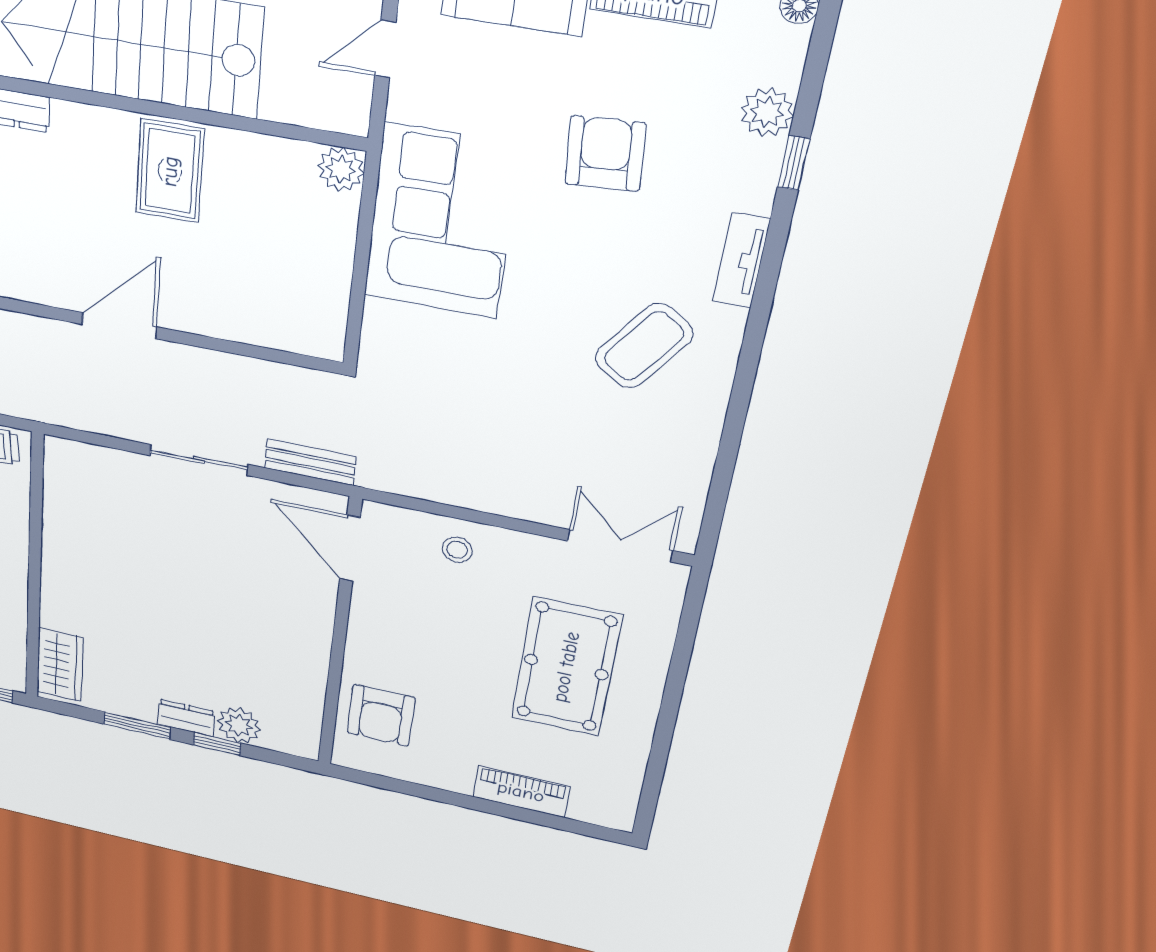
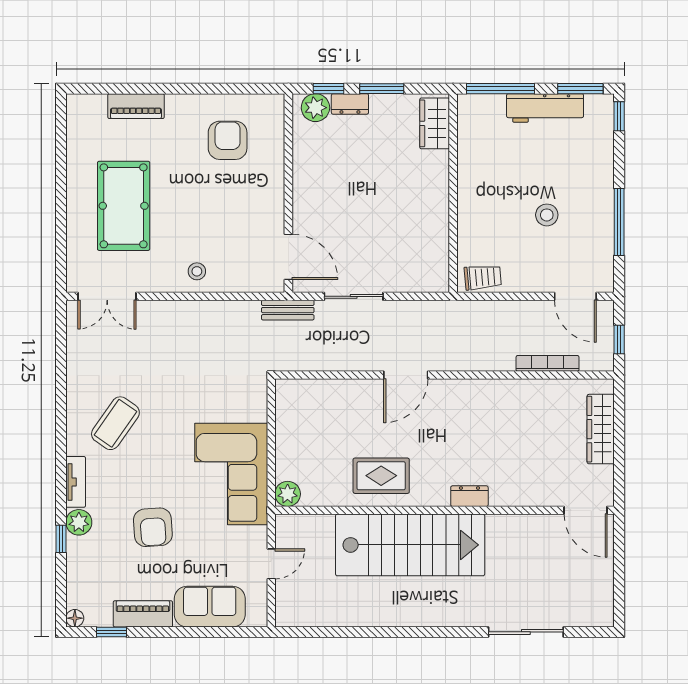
plant: (767, 112) -> (79, 522), moved
rug: (170, 171) -> (381, 476), turned 90
door: (350, 548) -> (288, 257), moved
wall: (339, 635) -> (288, 193), moved

